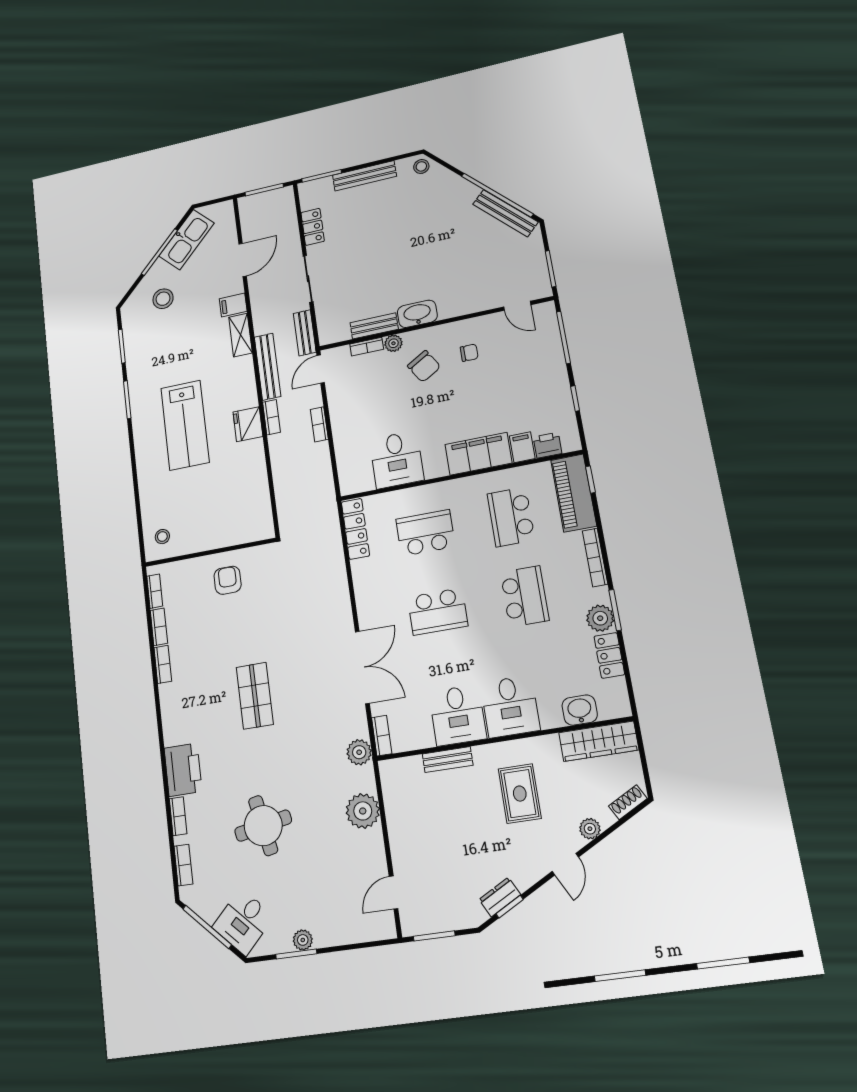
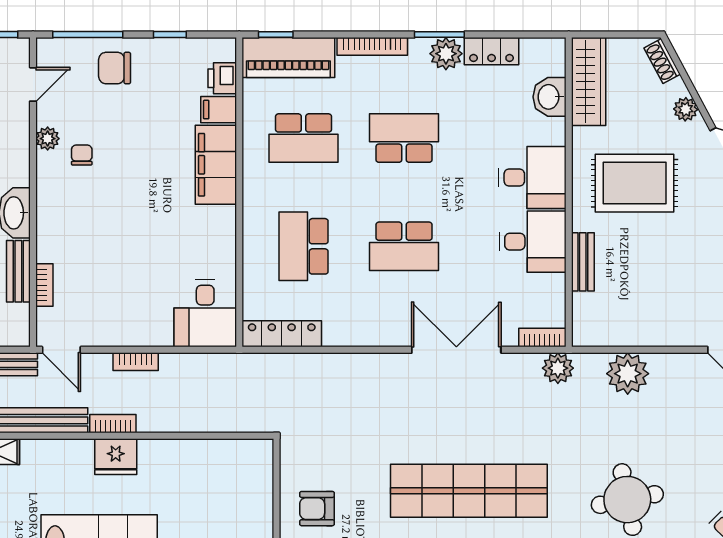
plant: (393, 343) -> (48, 139), moved
chair: (424, 366) -> (115, 68), moved, turned -149
desk: (397, 460) -> (205, 313), moved, turned 90
school desk: (438, 612) -> (404, 246), turned 90
shop shelf: (255, 696) -> (469, 491), width x2.00, depth x1.36
rug: (520, 794) -> (635, 183), width x1.36, depth x1.43

